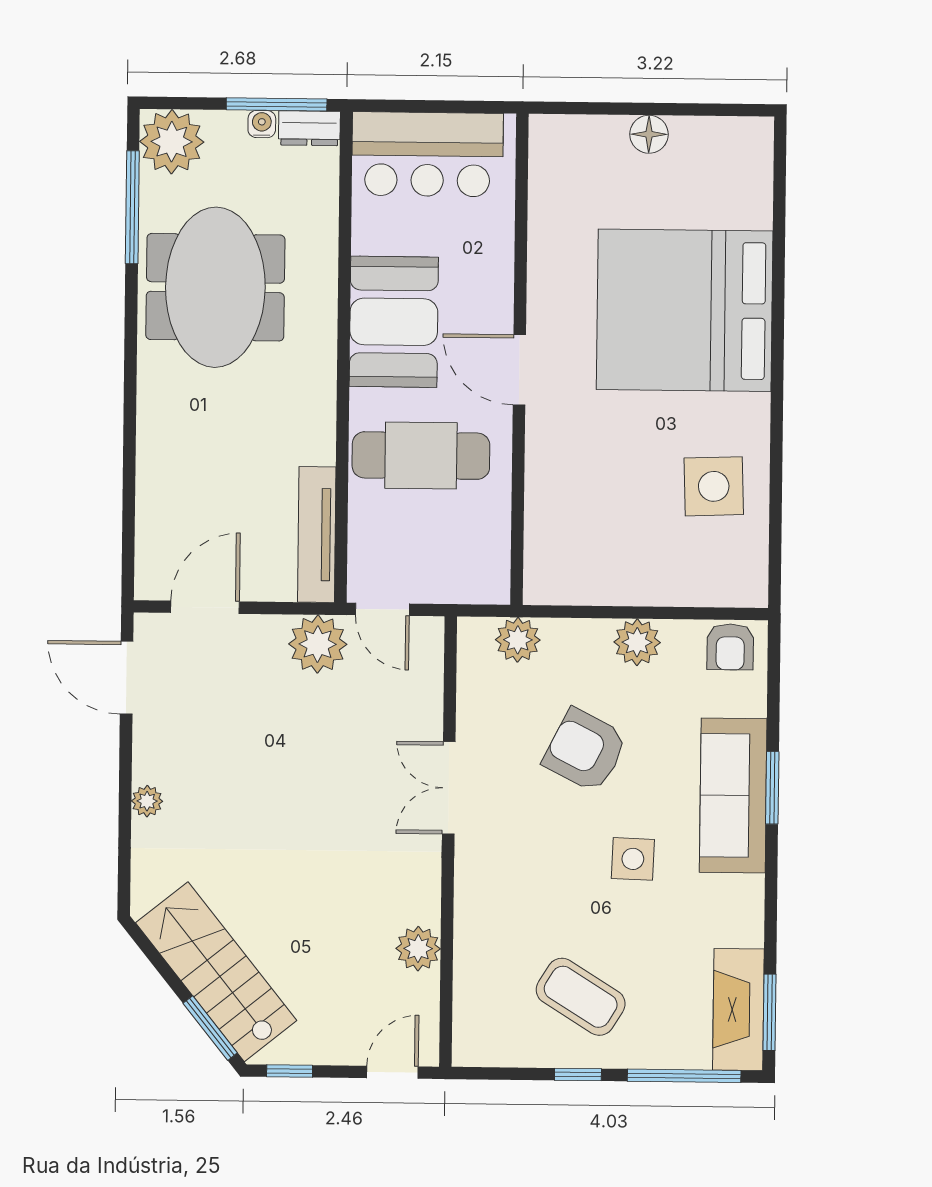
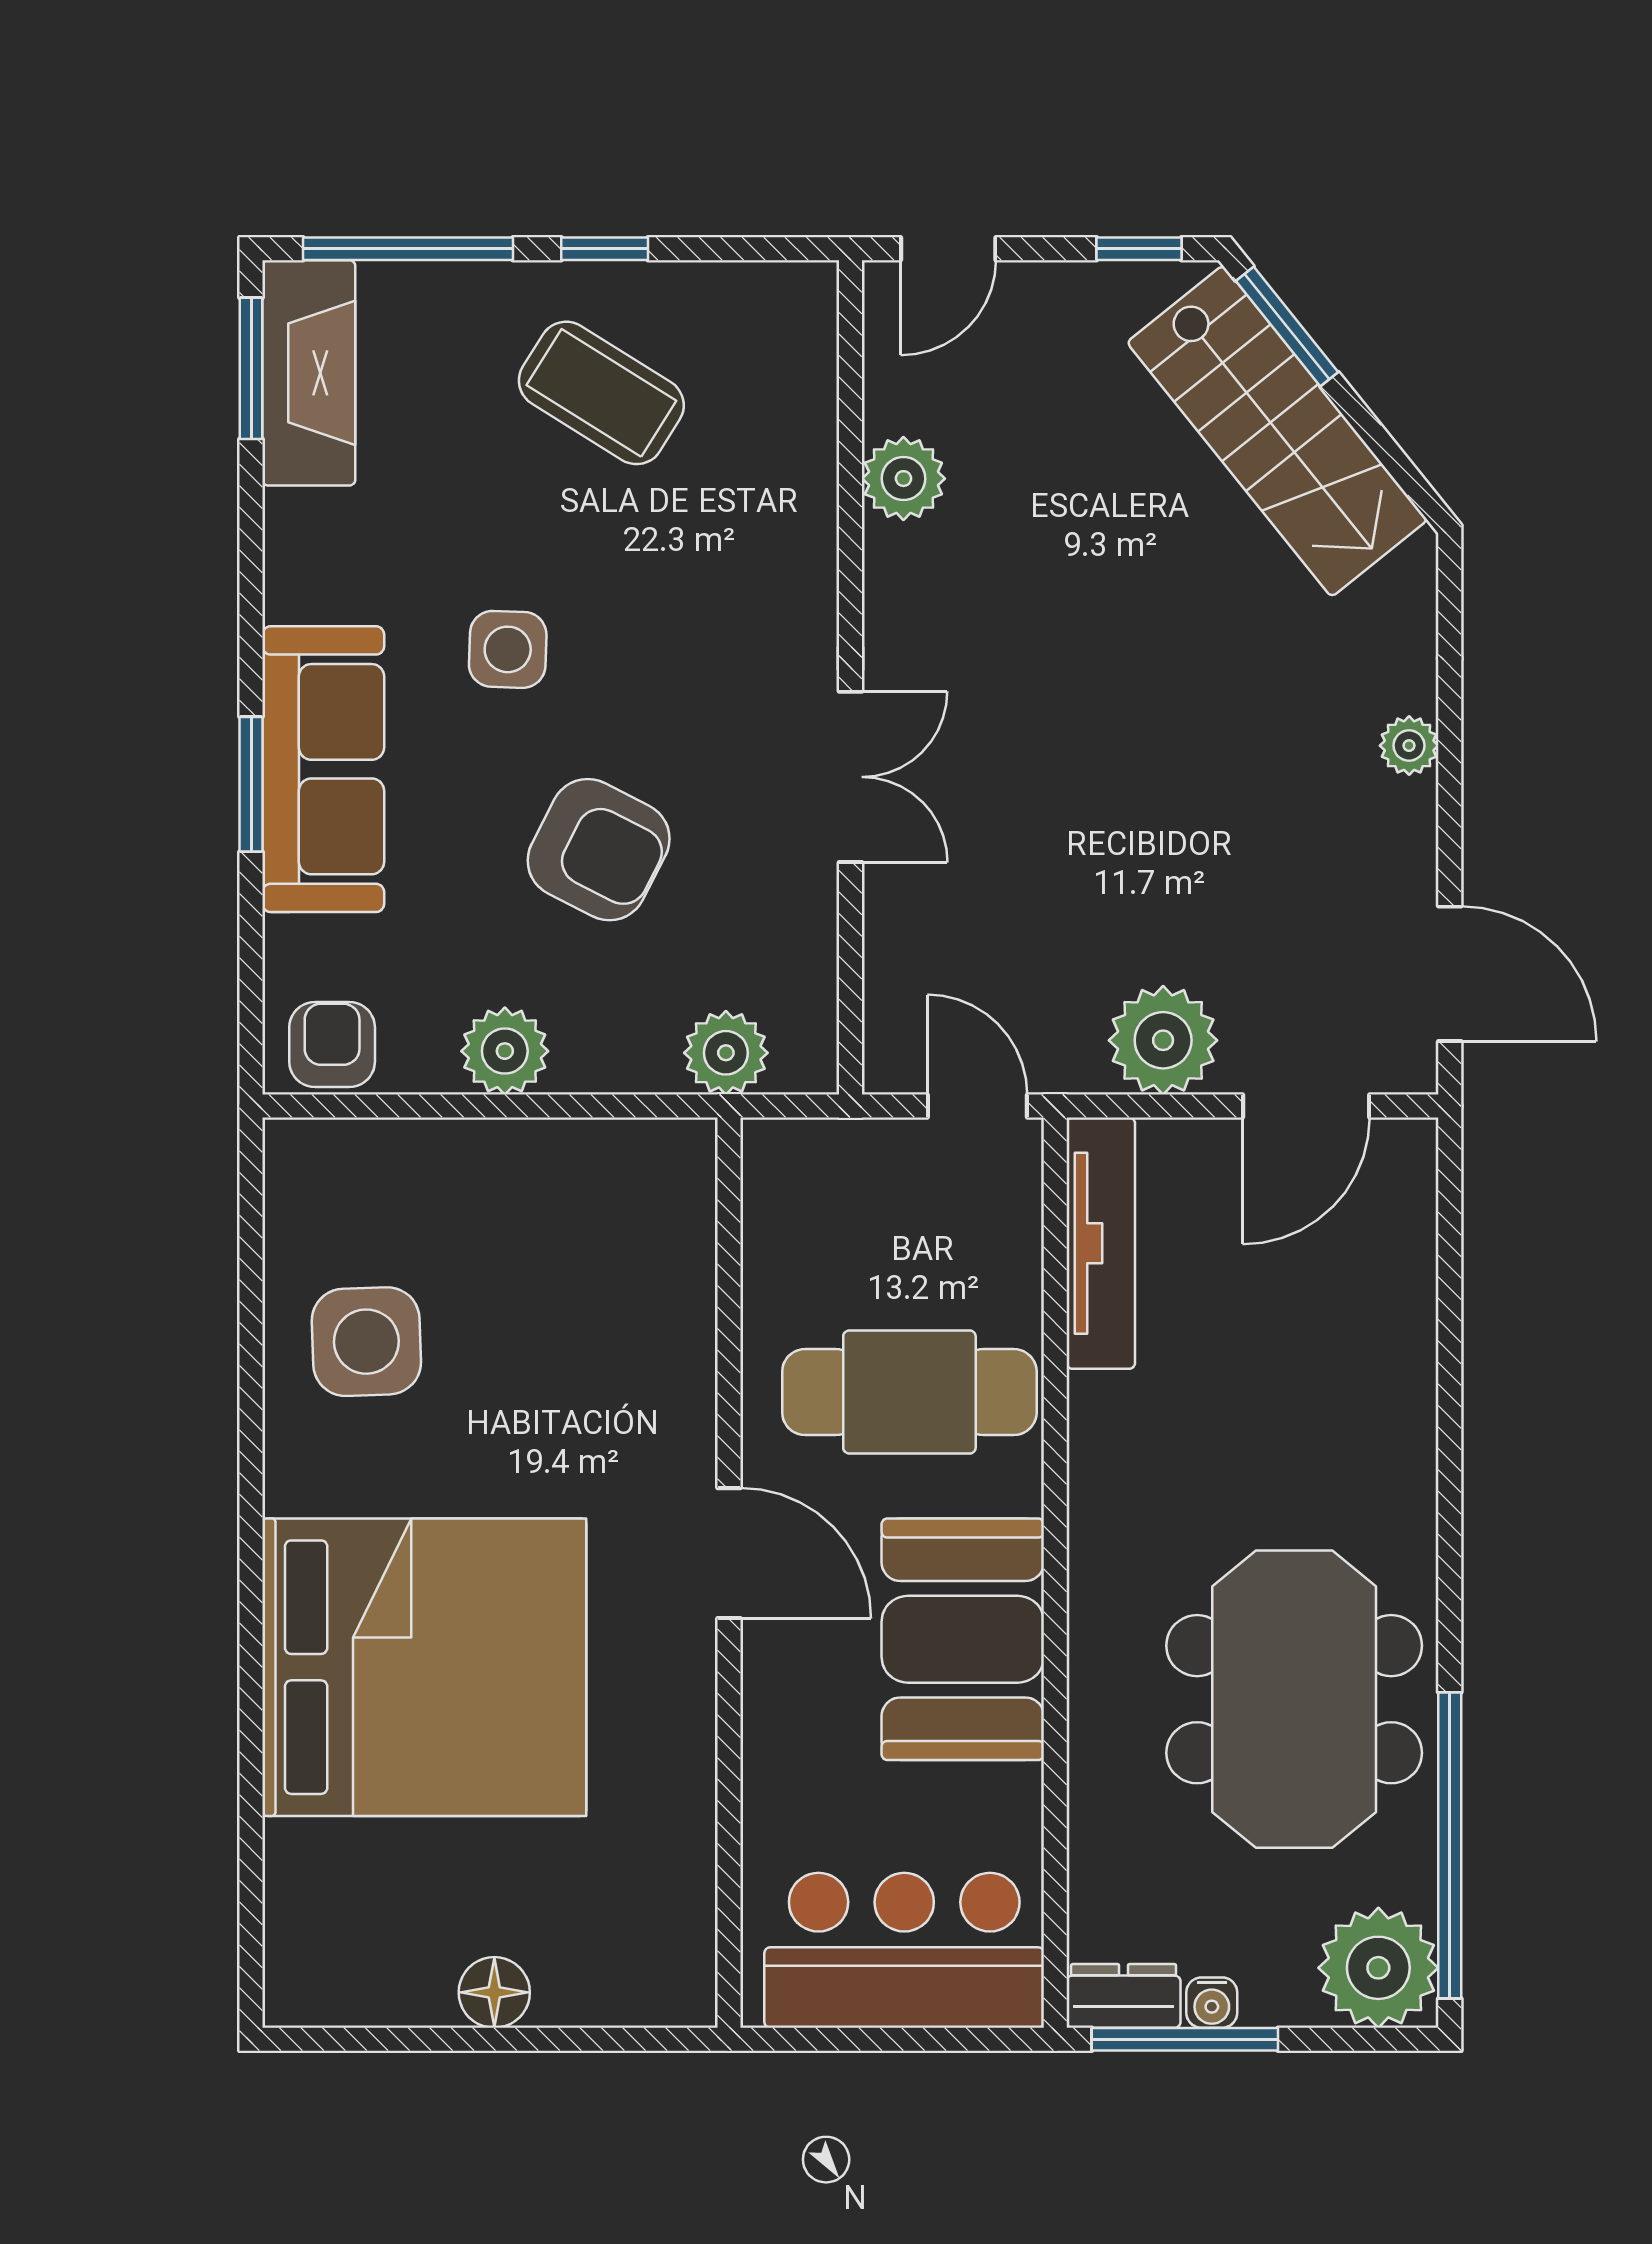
window: (132, 207) -> (1450, 1845), width x1.46
plant: (318, 644) -> (1163, 1040), moved

